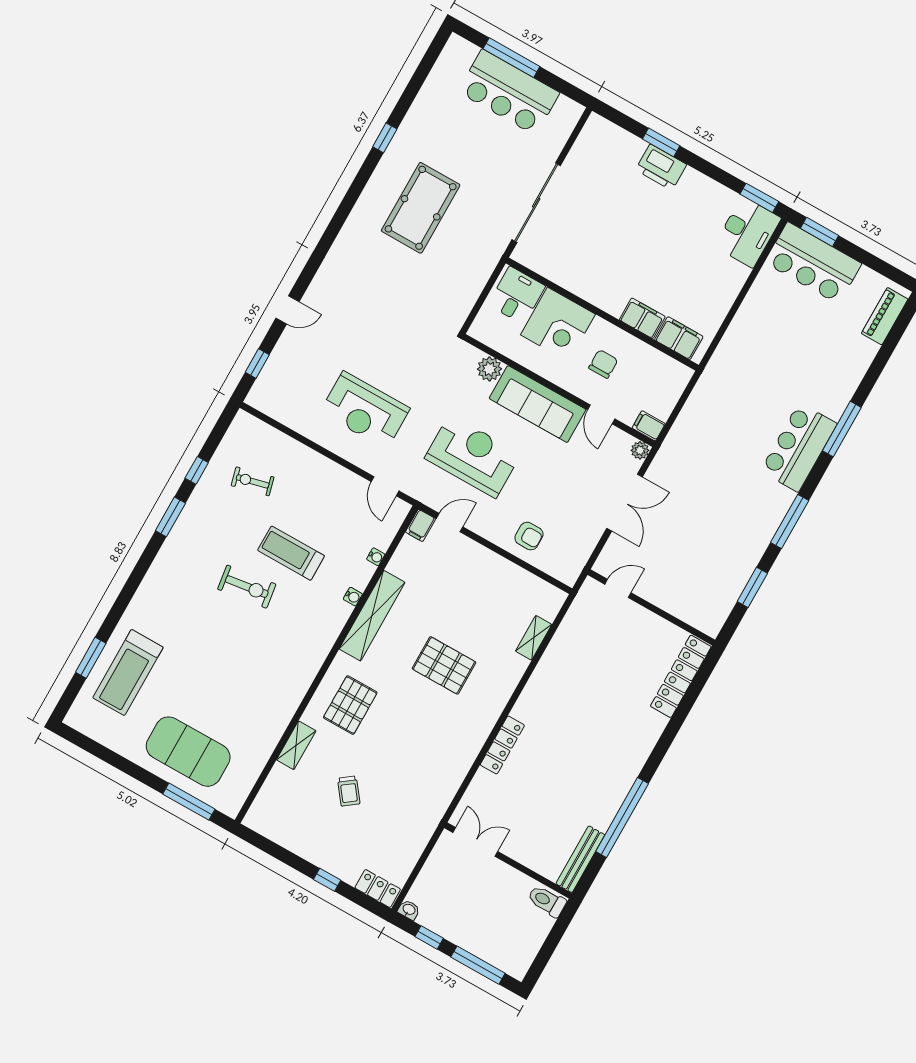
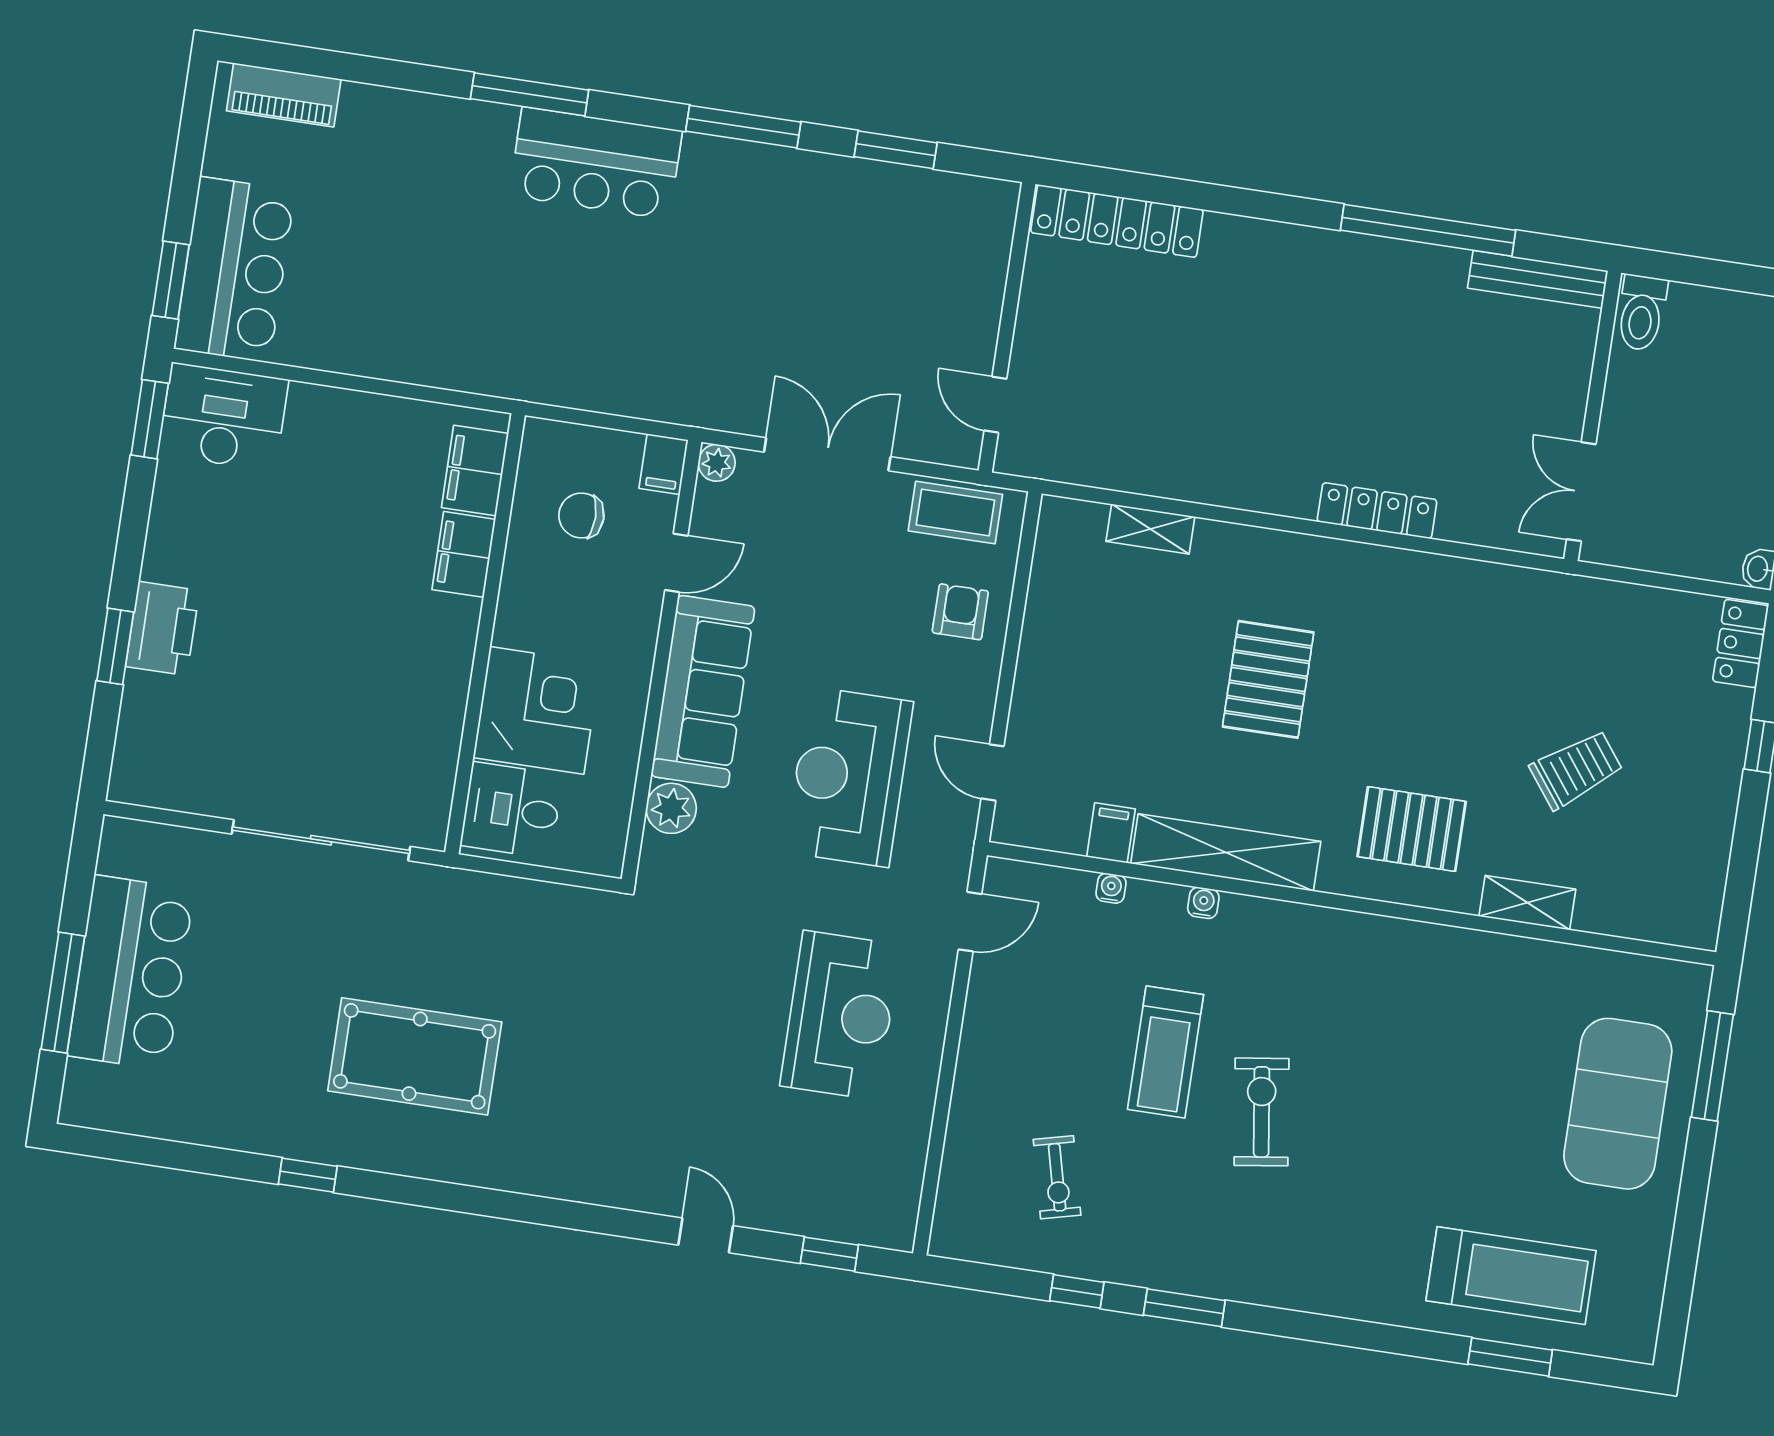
chair: (603, 364) -> (581, 515), moved
filing cabinet: (421, 525) -> (1111, 833), moved, turned -90
coffee table: (575, 551) -> (955, 513), added
trolley: (349, 791) -> (1576, 769), width x1.36, depth x1.39

